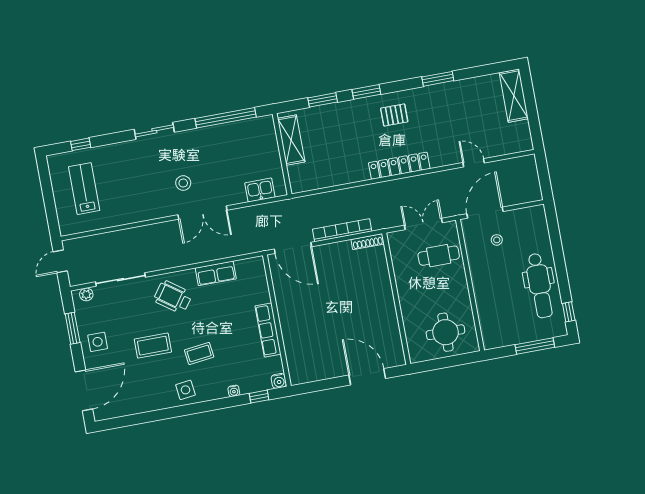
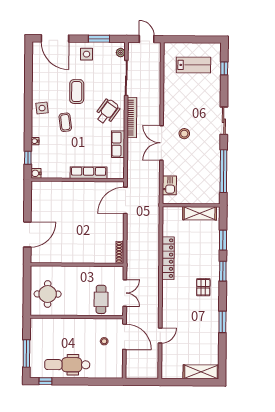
locker: (399, 166) -> (168, 258), moved
bookcase: (342, 230) -> (132, 118), moved
row of seats: (268, 330) -> (89, 173), moved

